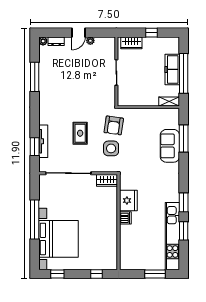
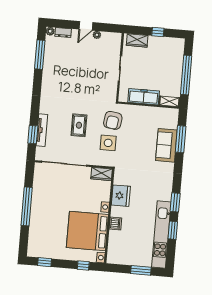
freezer: (172, 69) -> (144, 97), moved, turned 90
window: (35, 77) -> (40, 55), moved
dishwasher: (125, 218) -> (115, 223), moved
bed with nightstands: (58, 239) -> (87, 231), moved, turned 180

